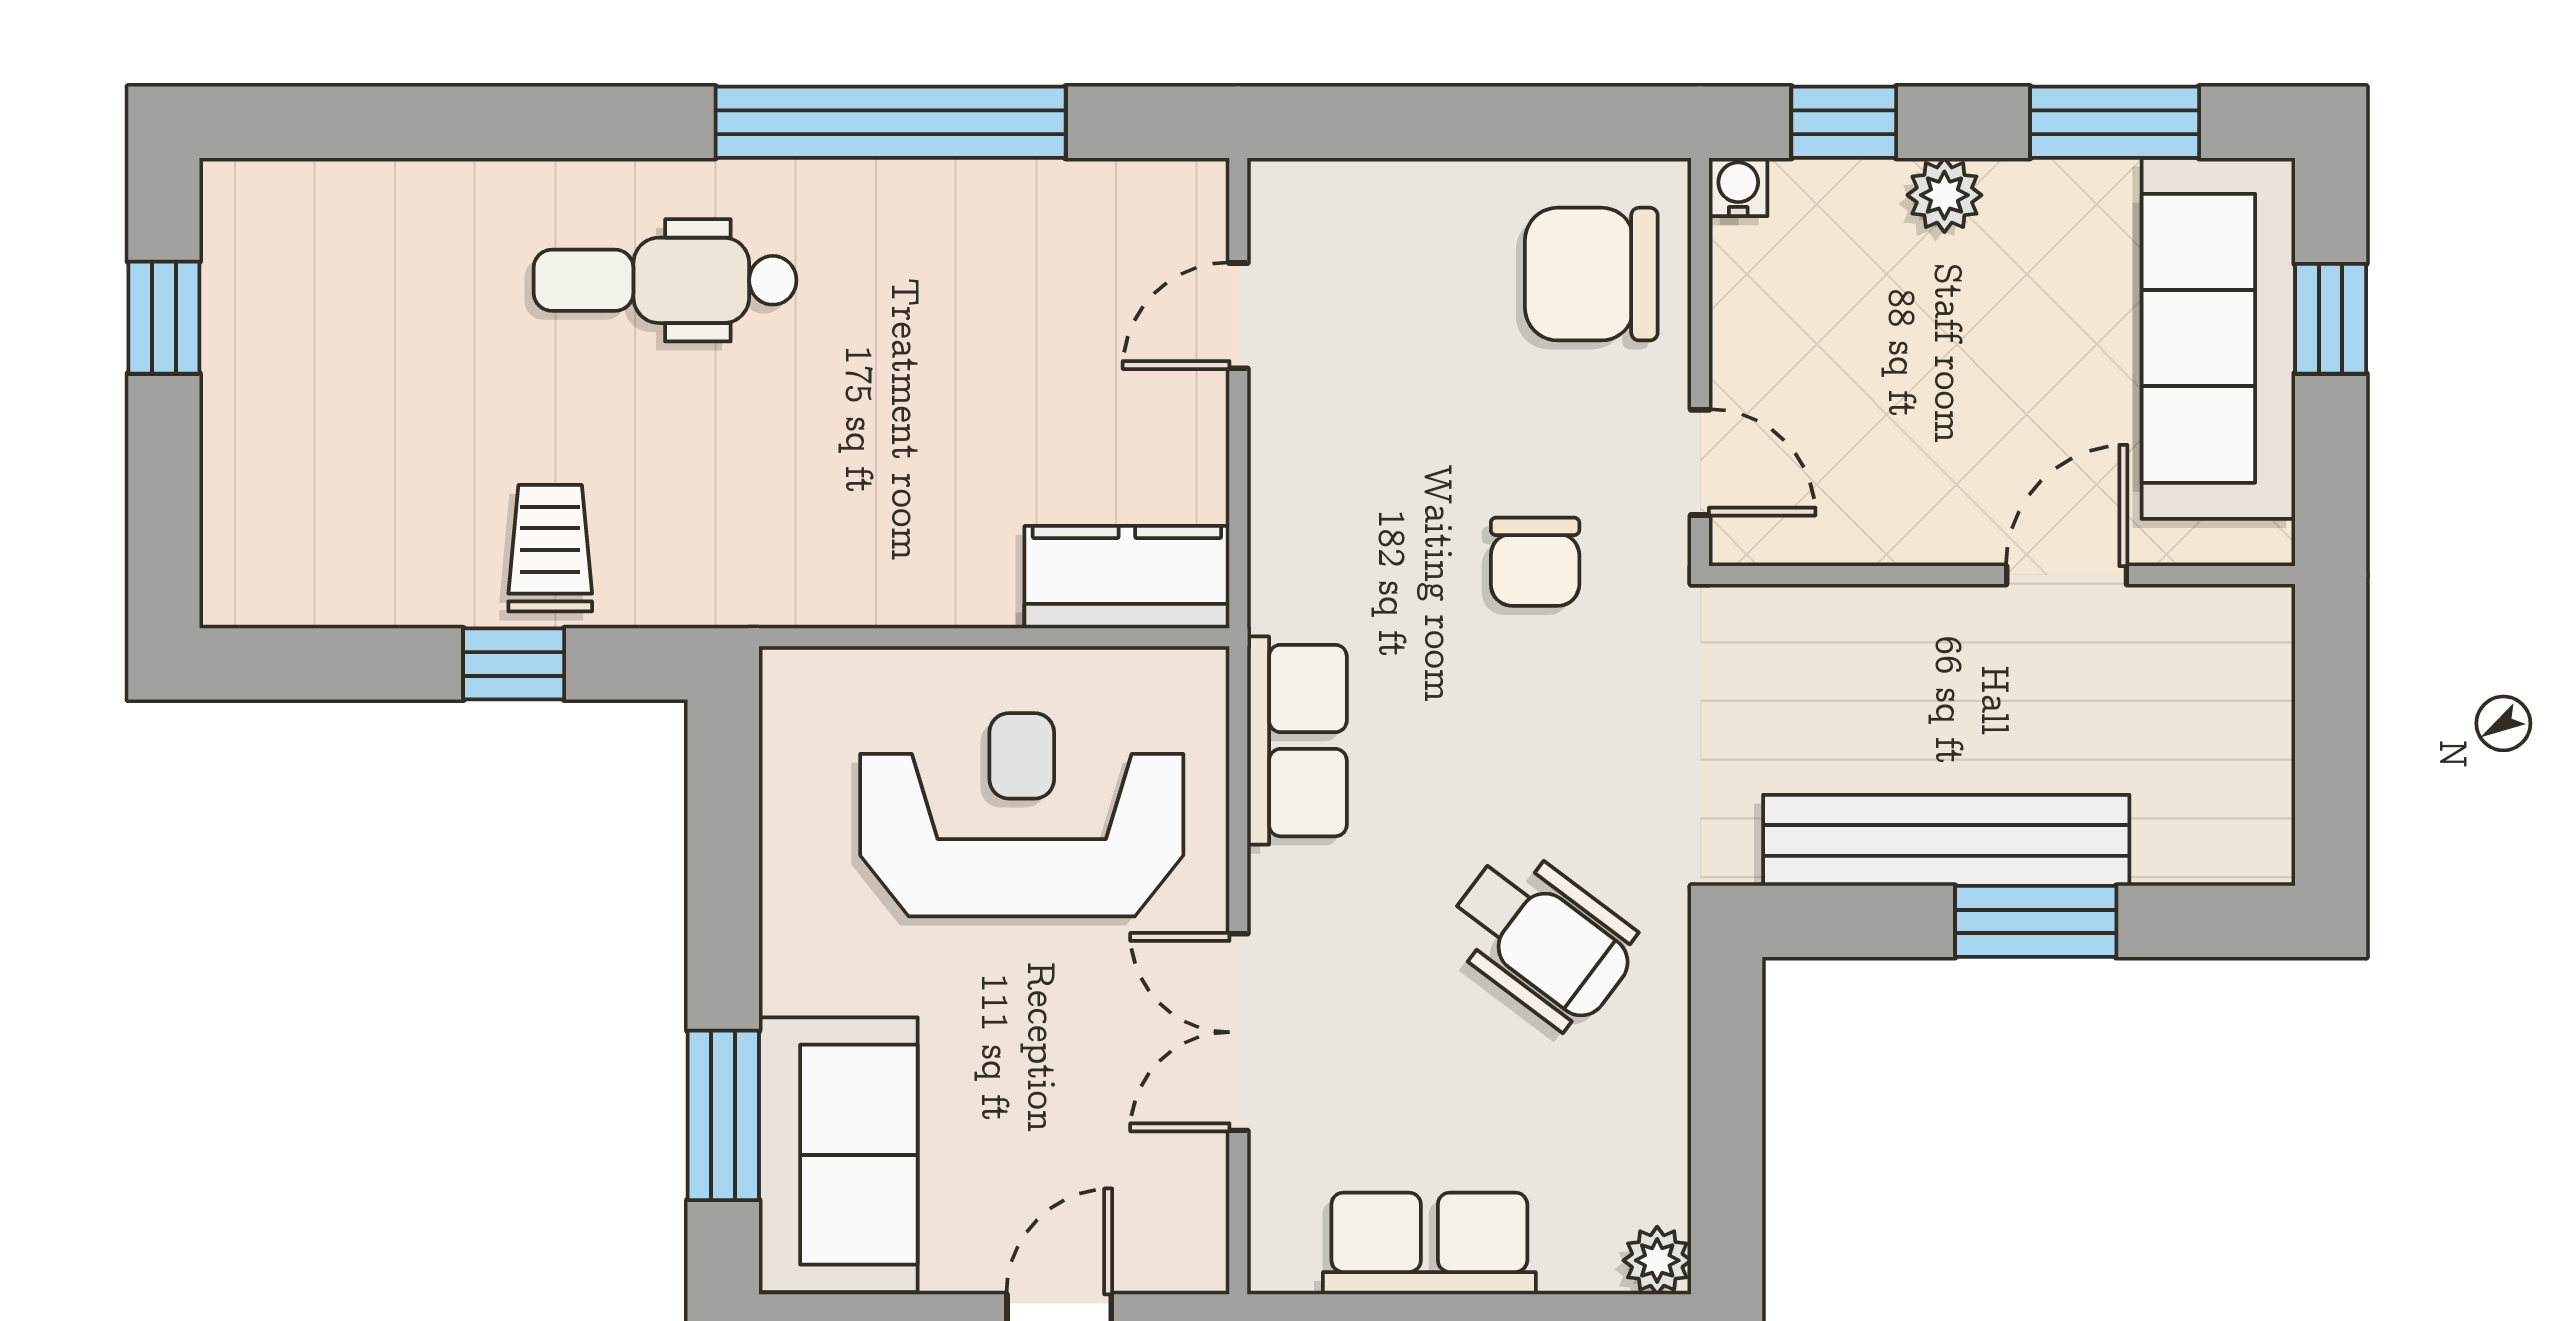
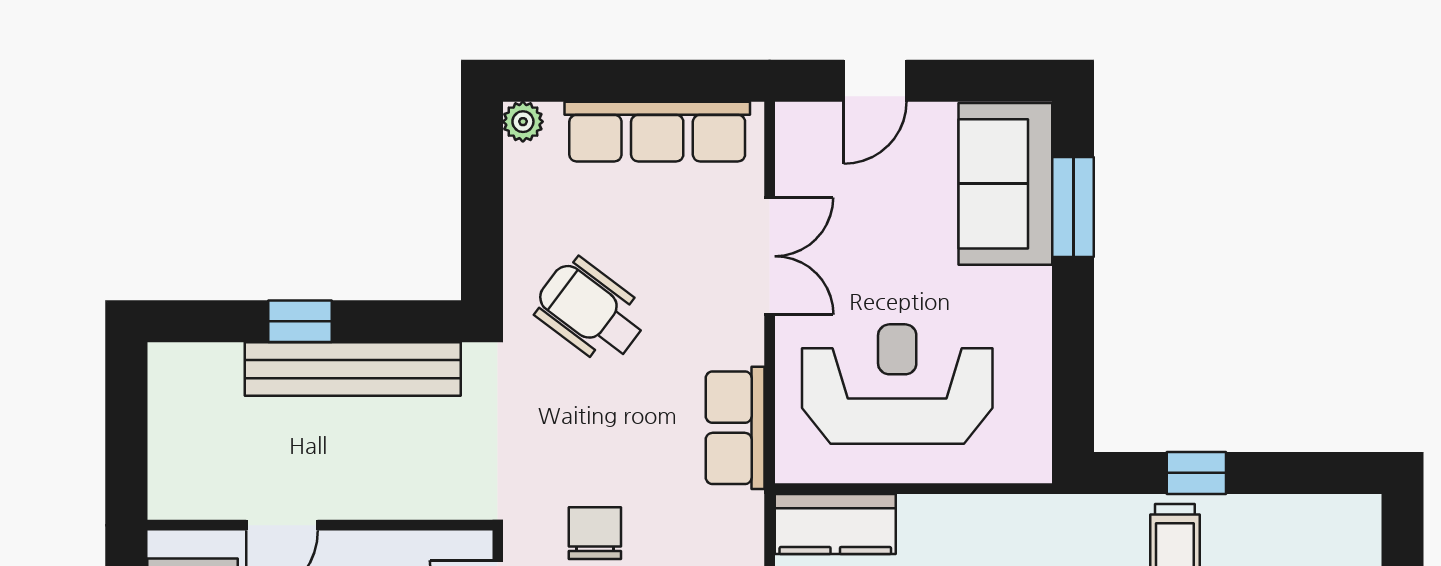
reception desk: (1022, 815) -> (897, 384), turned 180
window: (2036, 921) -> (300, 321), width x0.67
row of seats: (1429, 1244) -> (657, 132), width x1.48

